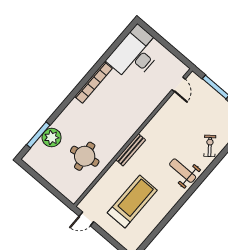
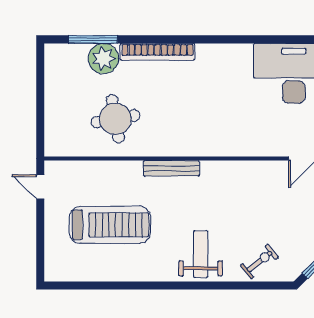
bookcase: (93, 82) -> (158, 52), moved

